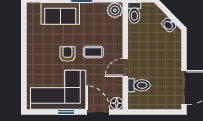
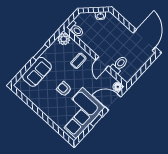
coffee table: (93, 52) -> (78, 61), moved

